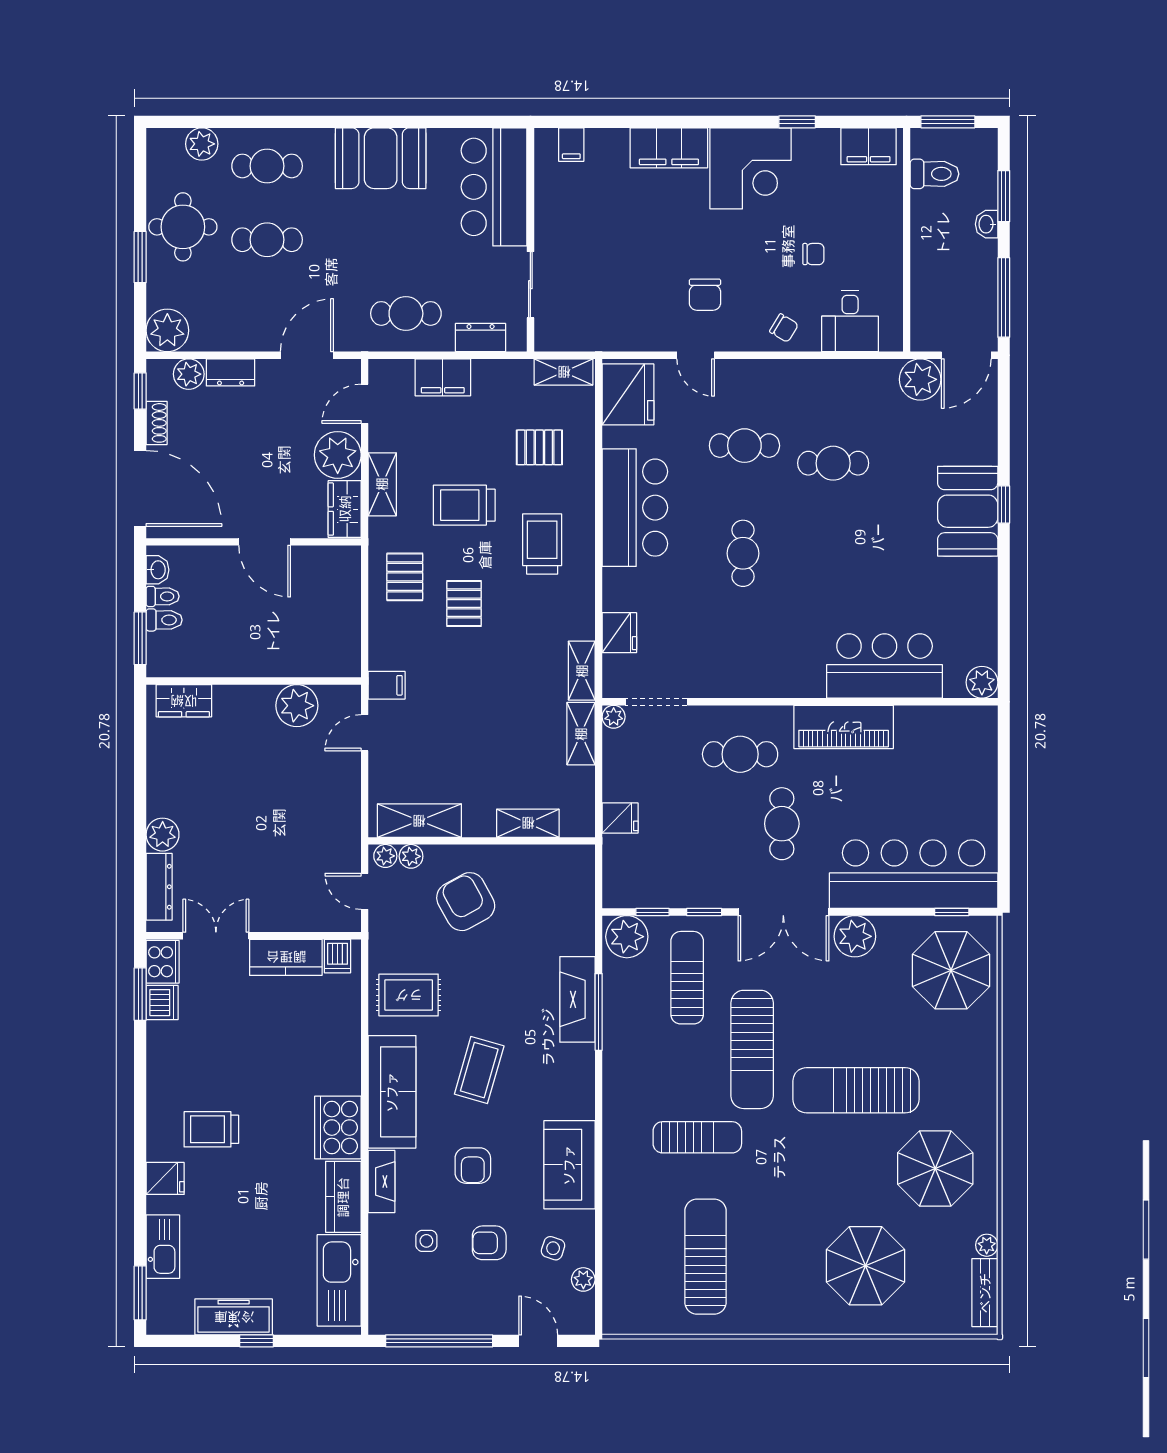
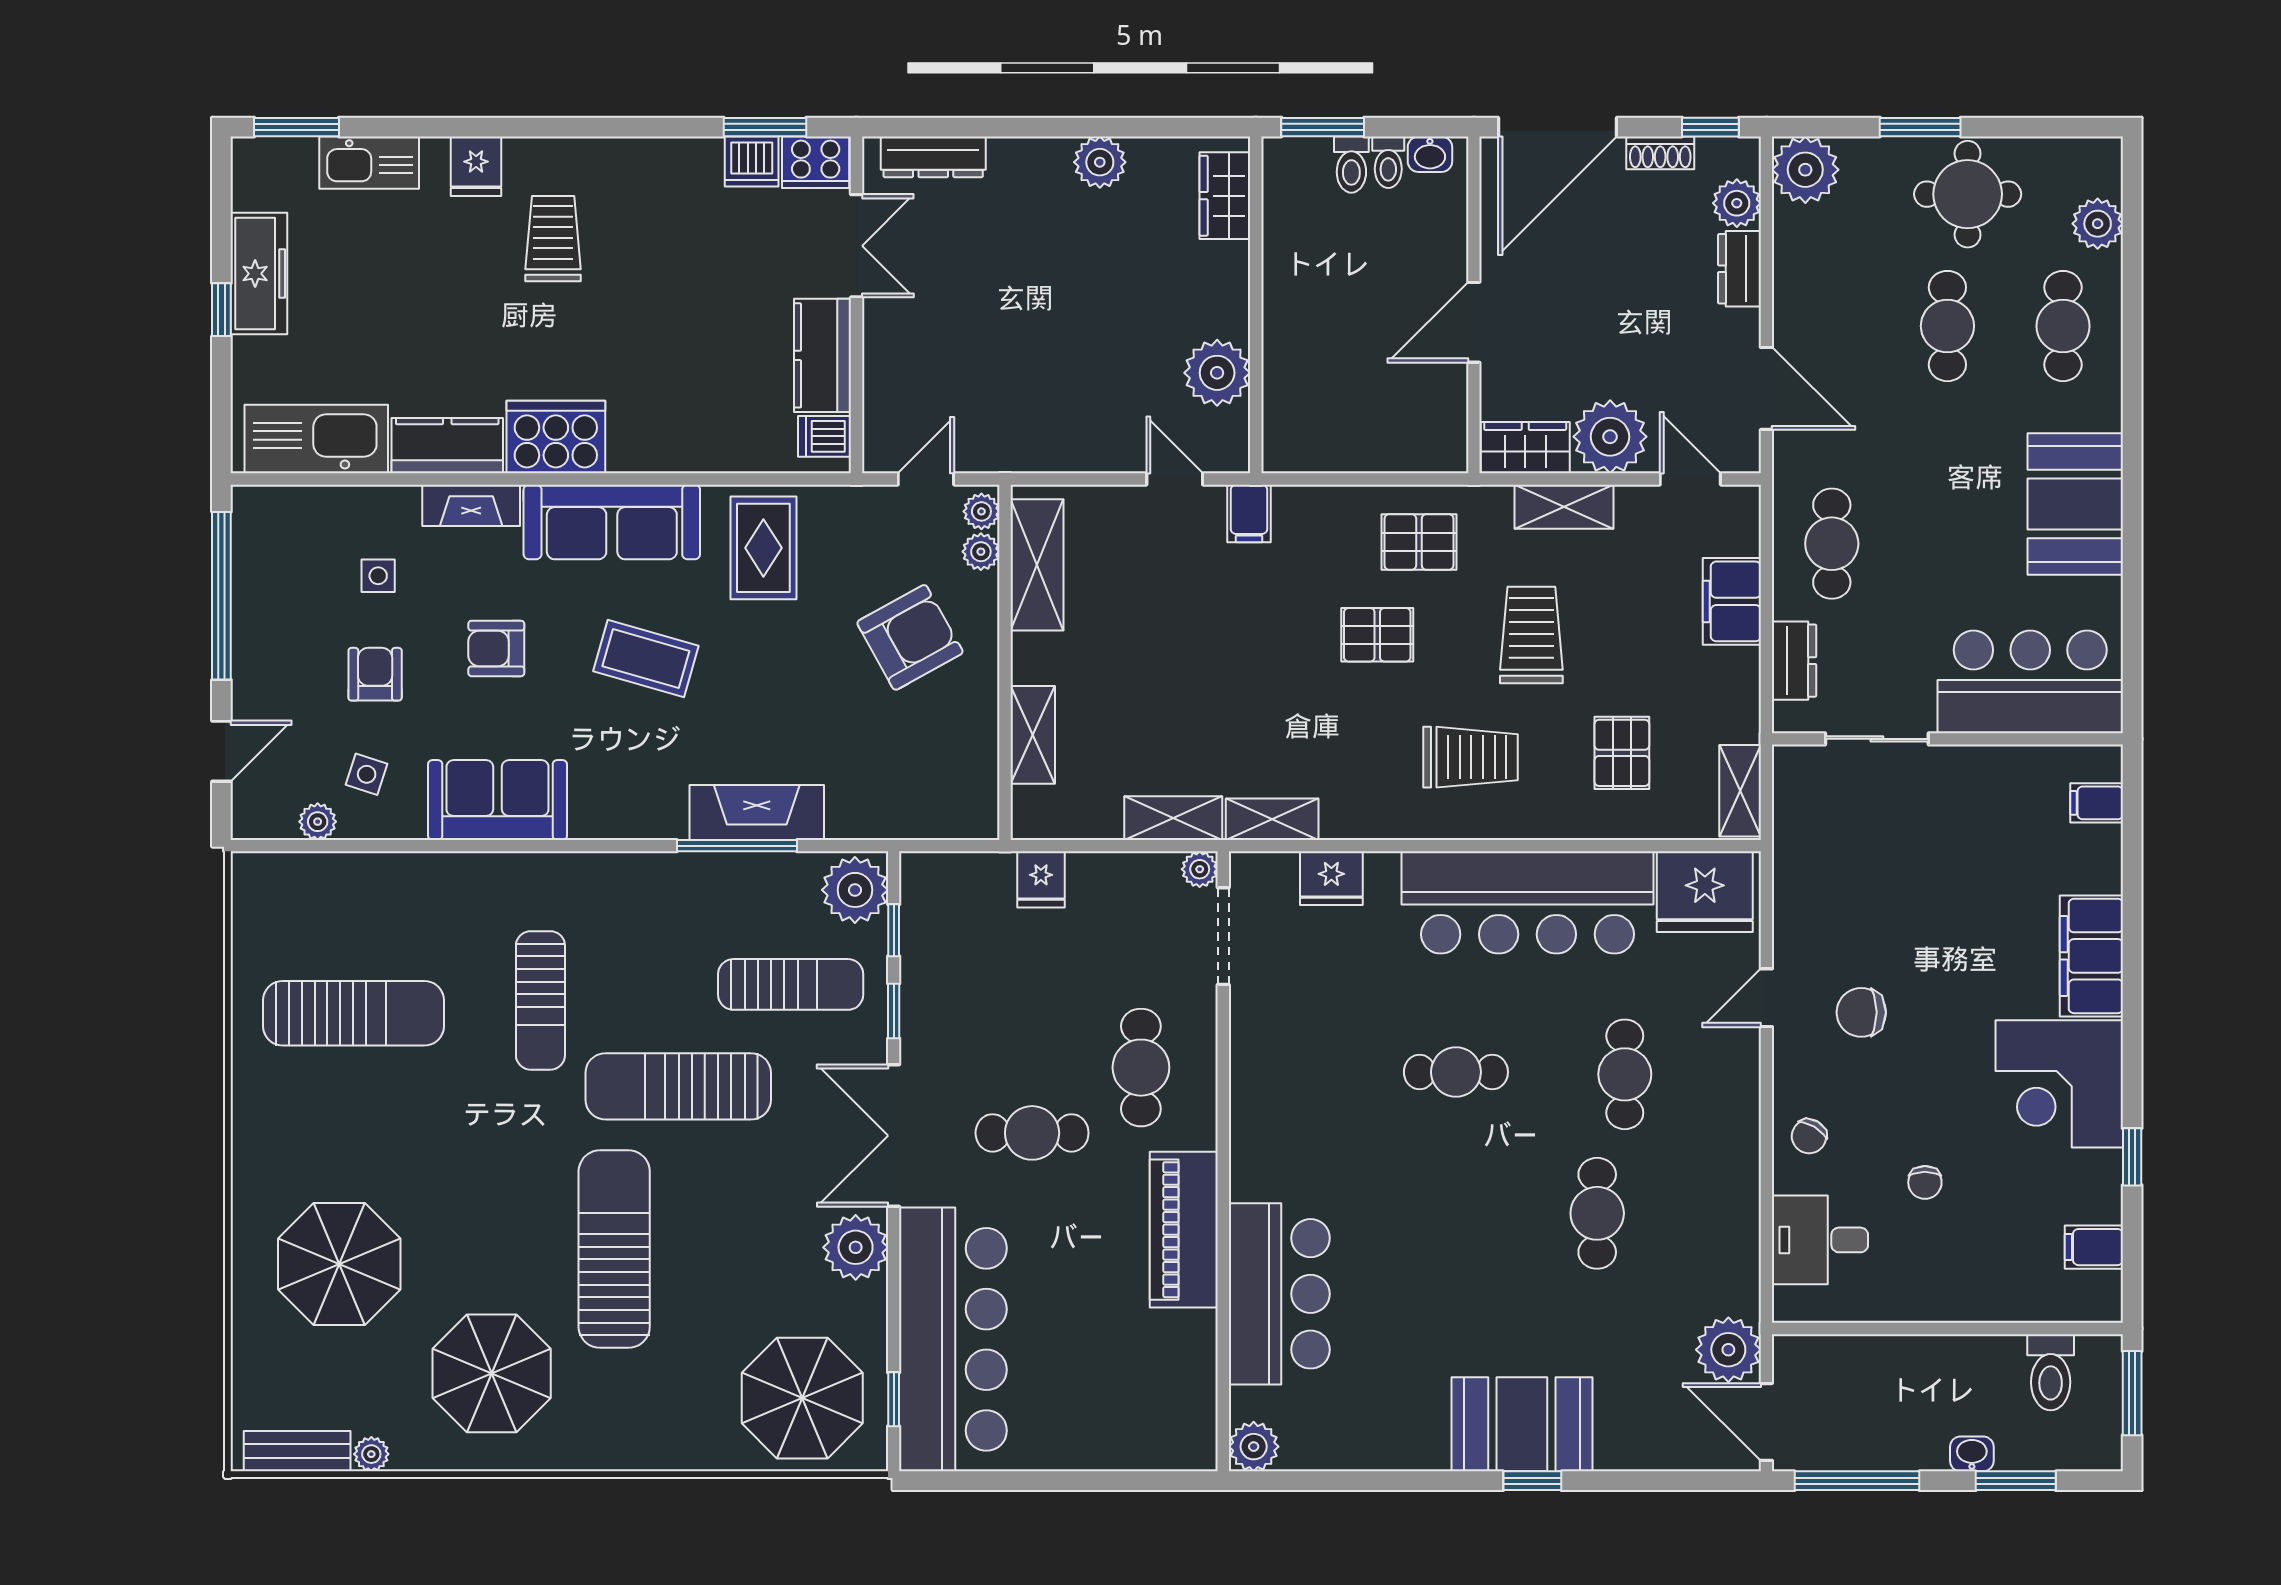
filing cabinet: (869, 146) -> (2094, 1247), width x0.50
bar counter: (635, 508) -> (1527, 902), width x1.36
plant: (163, 835) -> (1100, 162), moved

